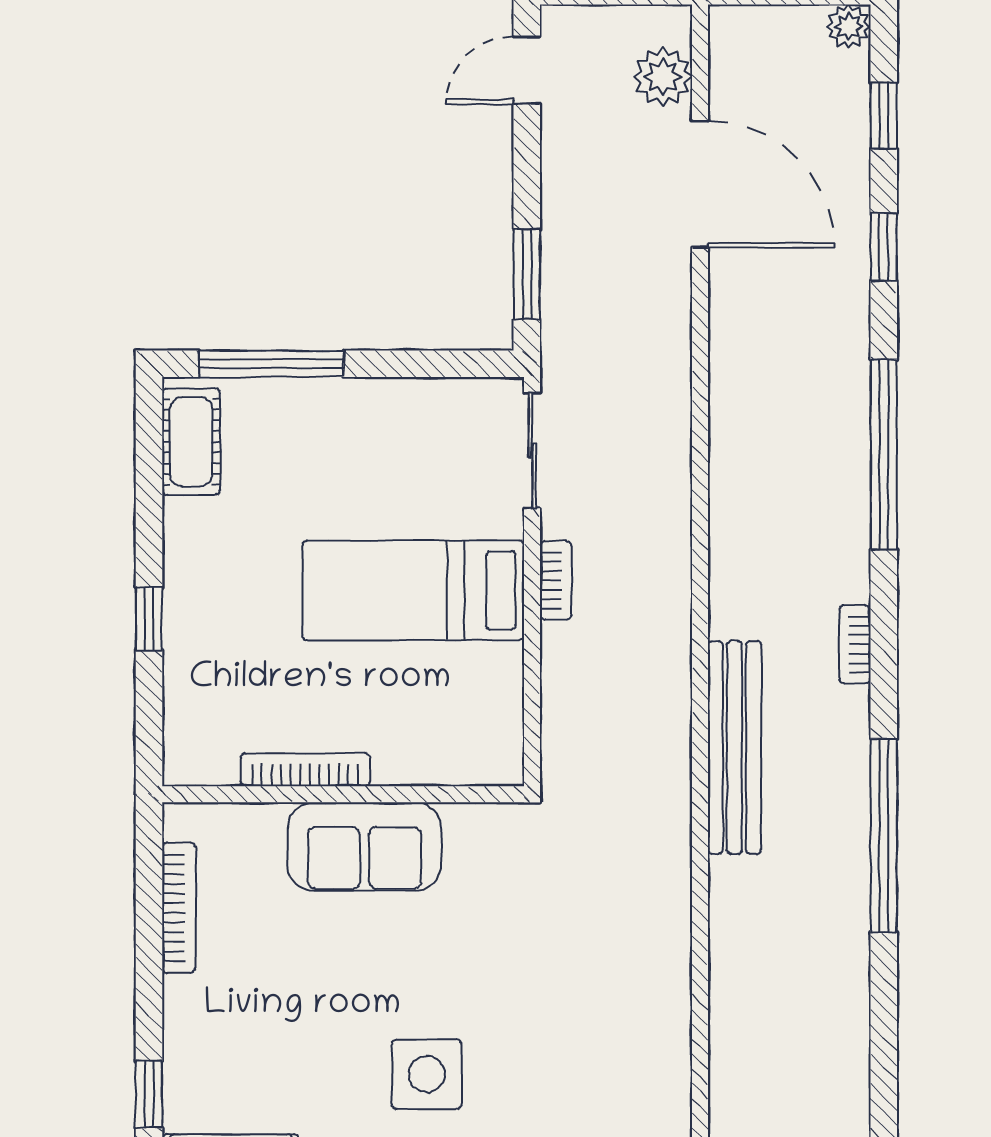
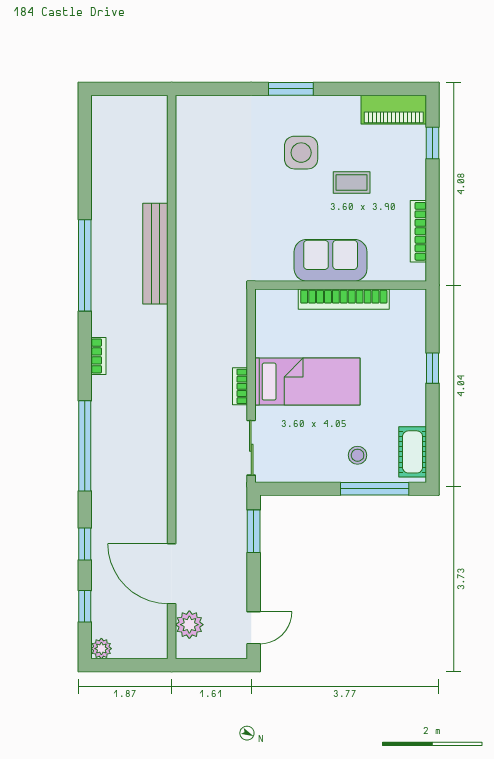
stool: (307, 435) -> (358, 455), added
bench: (734, 747) -> (155, 254), moved
bookcase: (305, 770) -> (344, 299), width x1.48, depth x1.31
coffee table: (320, 1011) -> (352, 183), added

